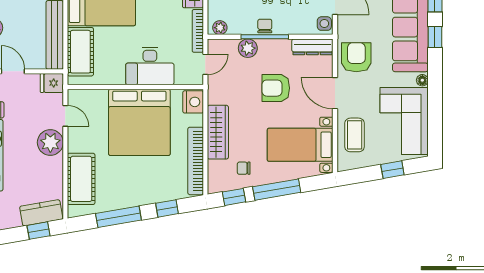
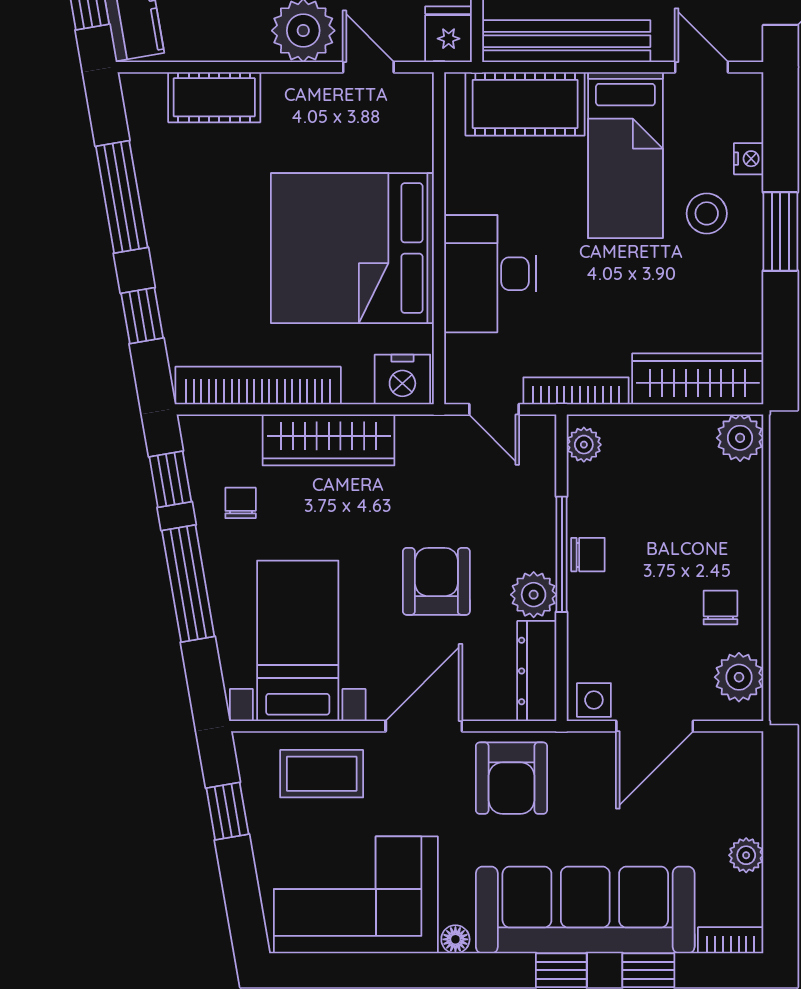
plant: (248, 48) -> (534, 595), moved
armchair: (356, 57) -> (511, 778), turned 90
door: (65, 116) -> (368, 67), swing flipped
window: (392, 170) -> (227, 811), moved
cot: (81, 179) -> (214, 97), width x0.73, depth x0.75

